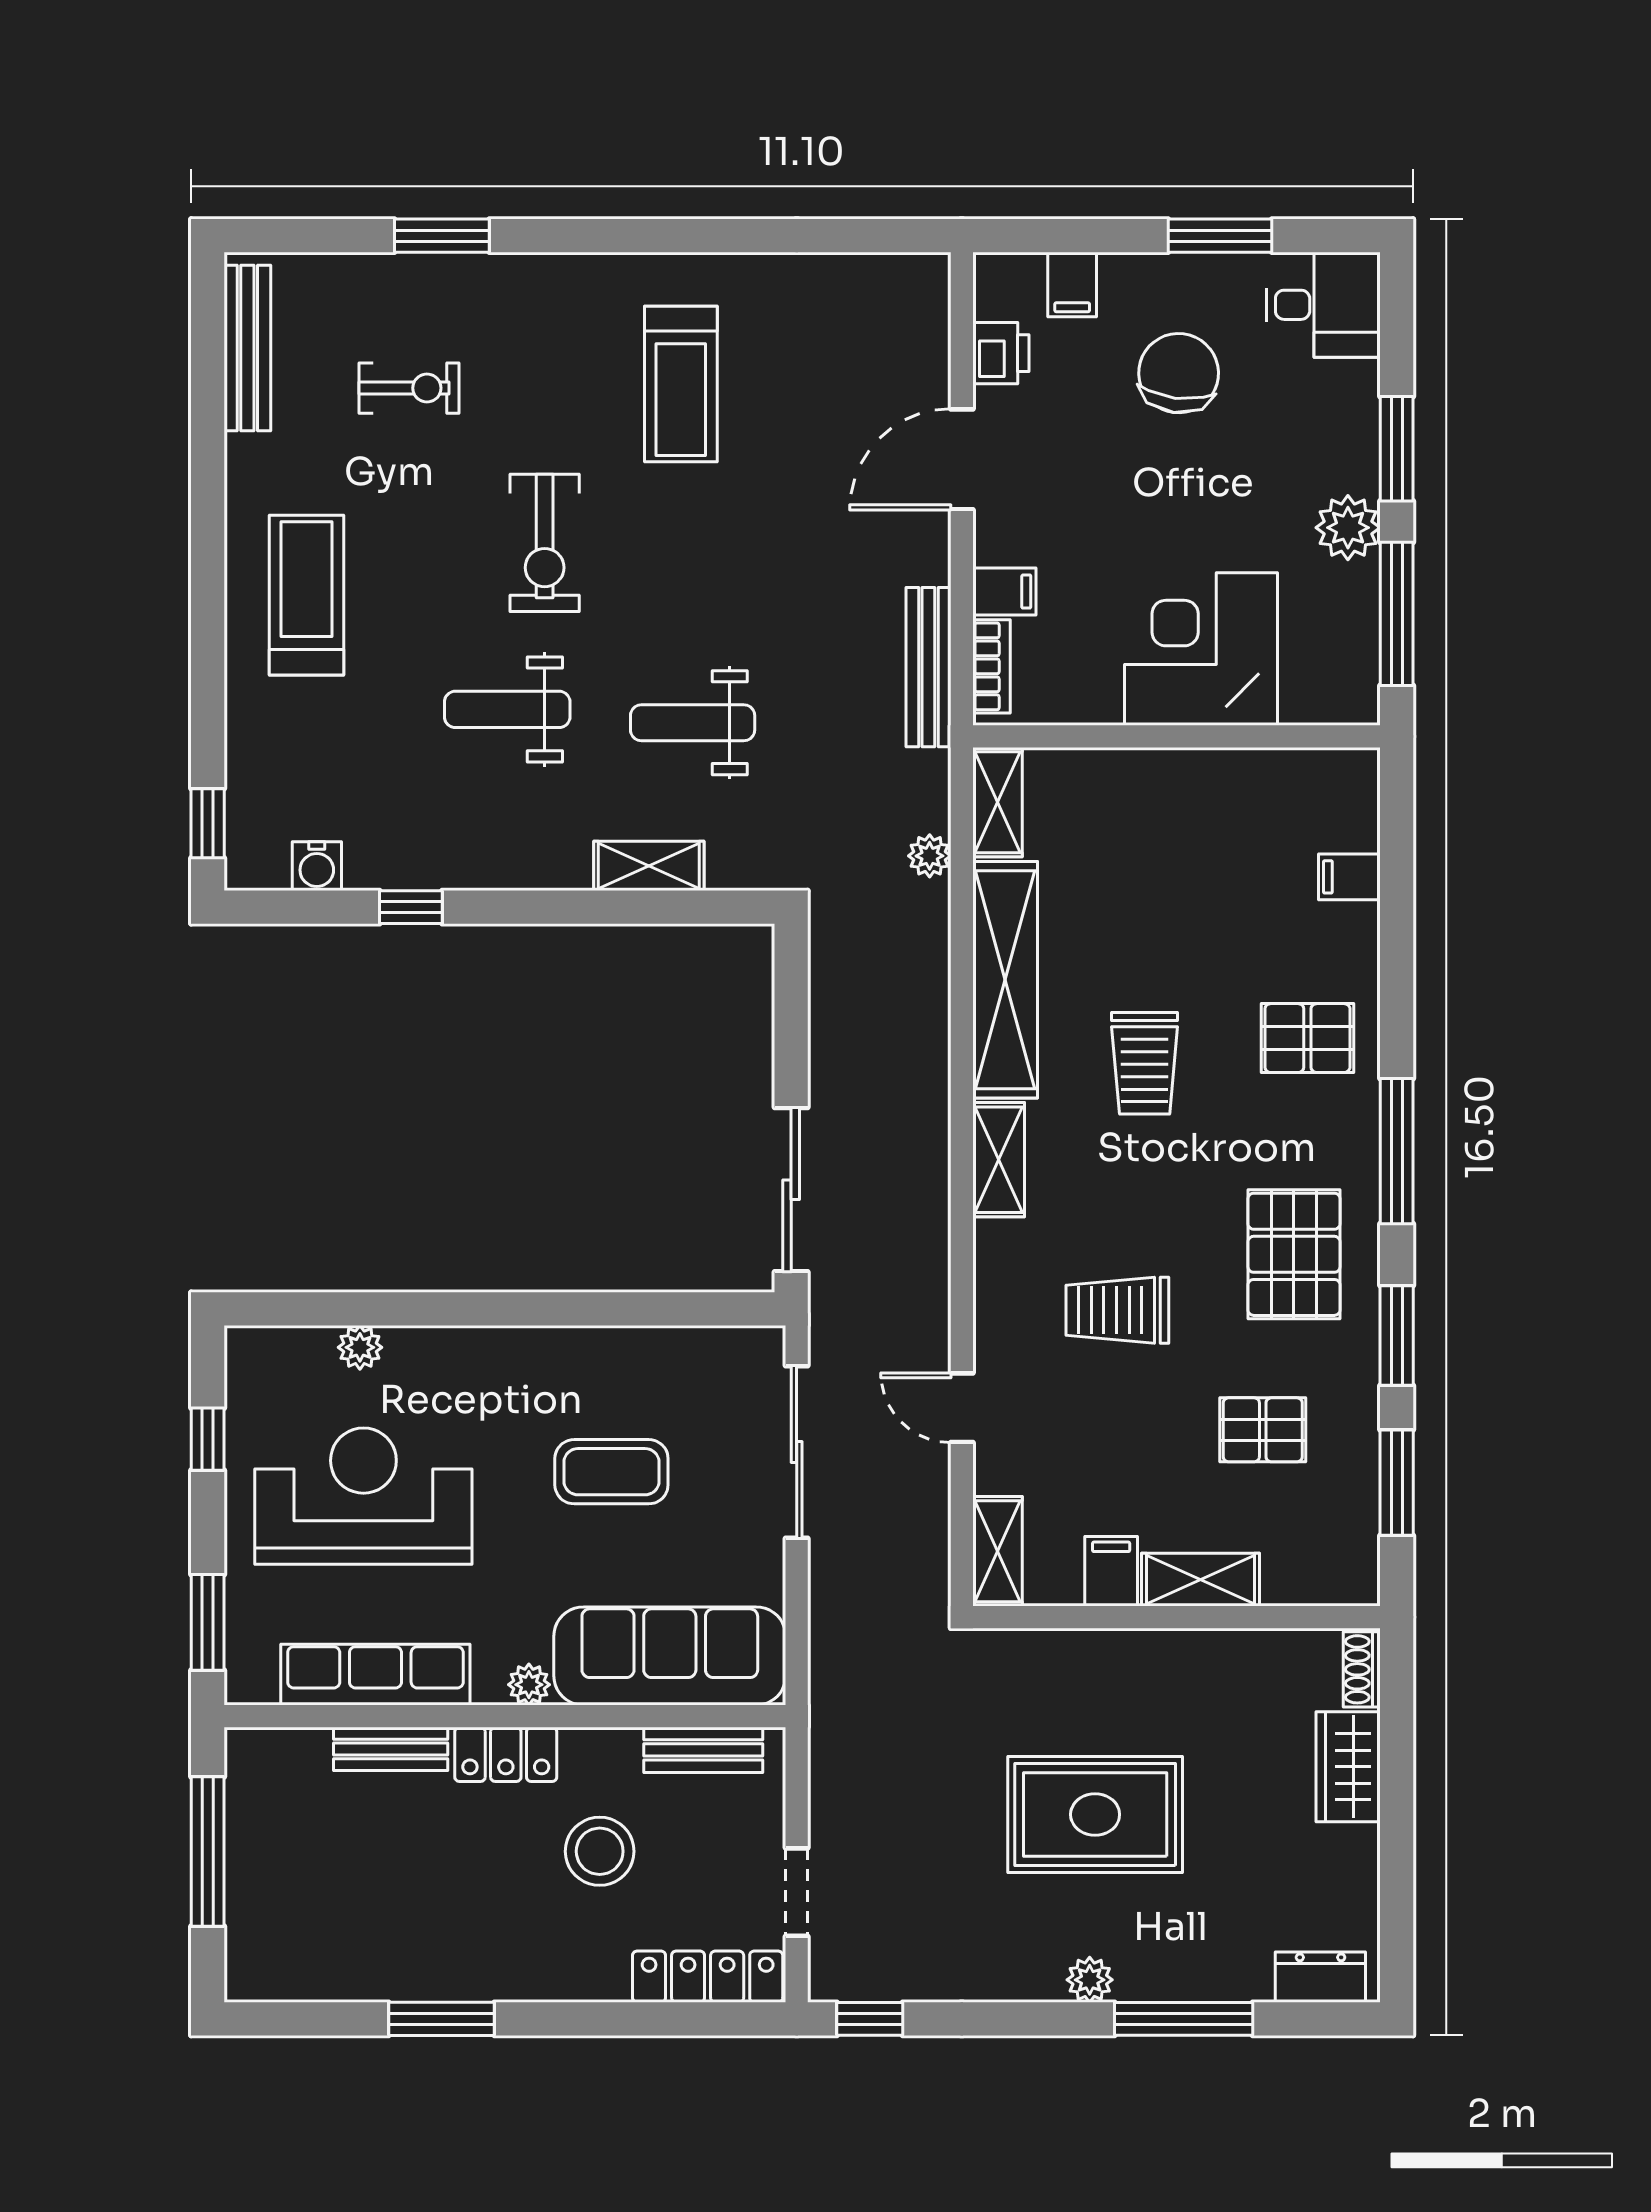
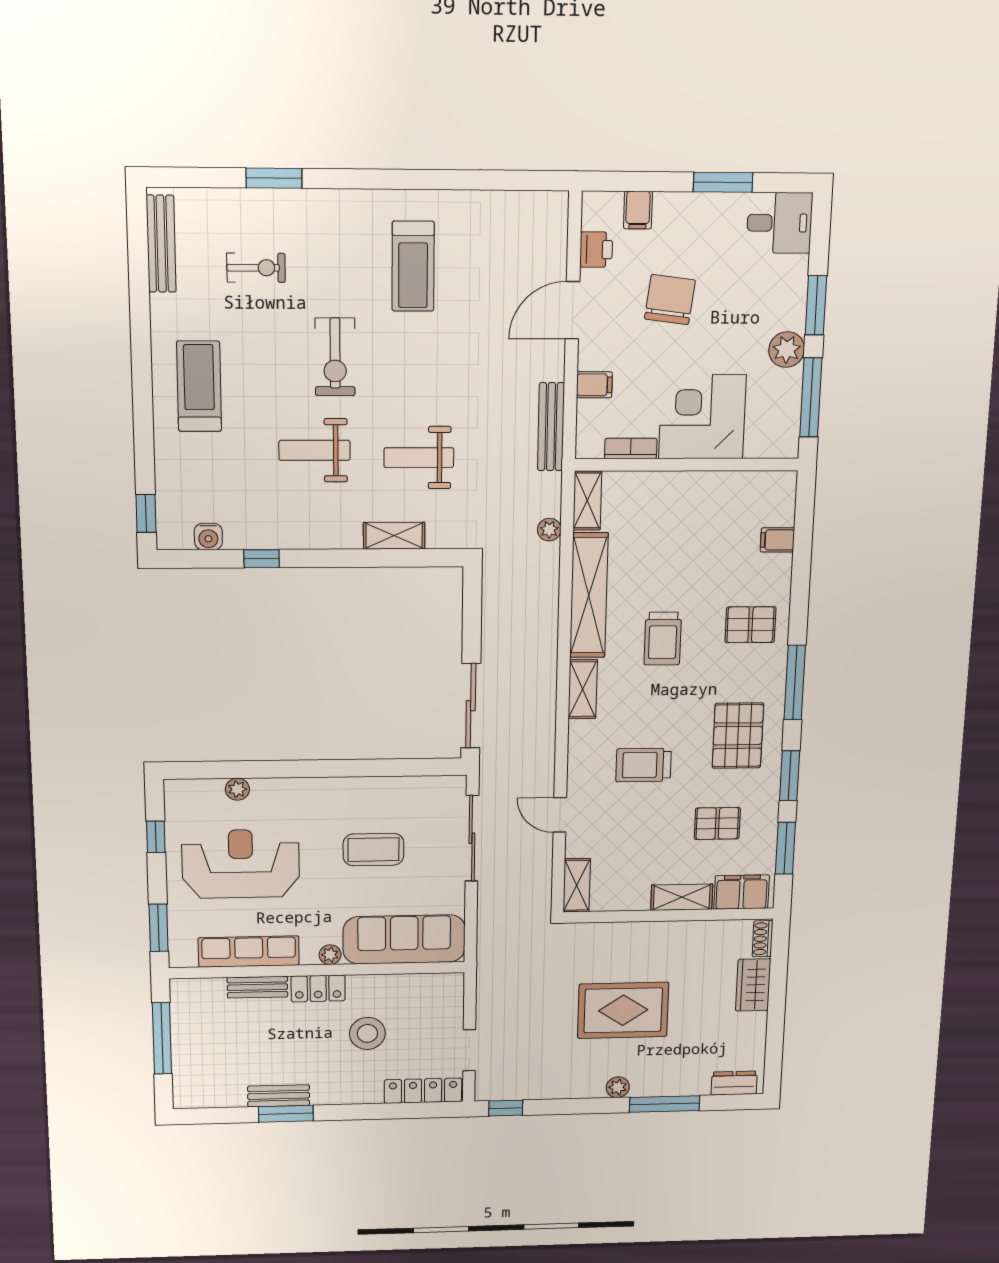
chair: (1179, 373) -> (670, 300), moved
bookcase: (992, 666) -> (631, 448), moved, turned -90
filing cabinet: (1111, 1571) -> (742, 892), moved, width x2.00
bench: (703, 1750) -> (279, 1096), moved

